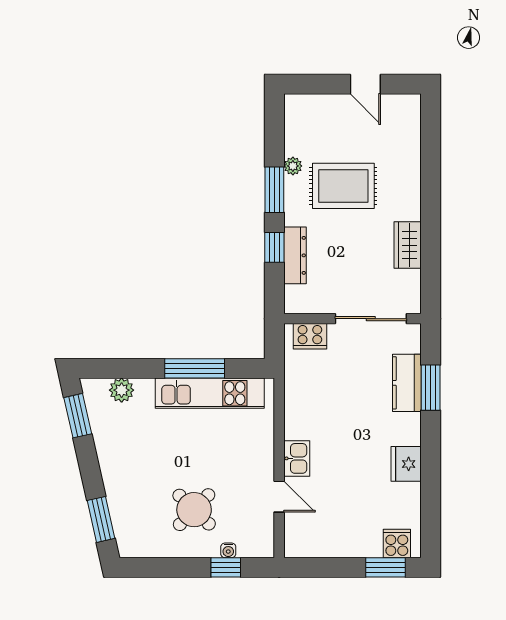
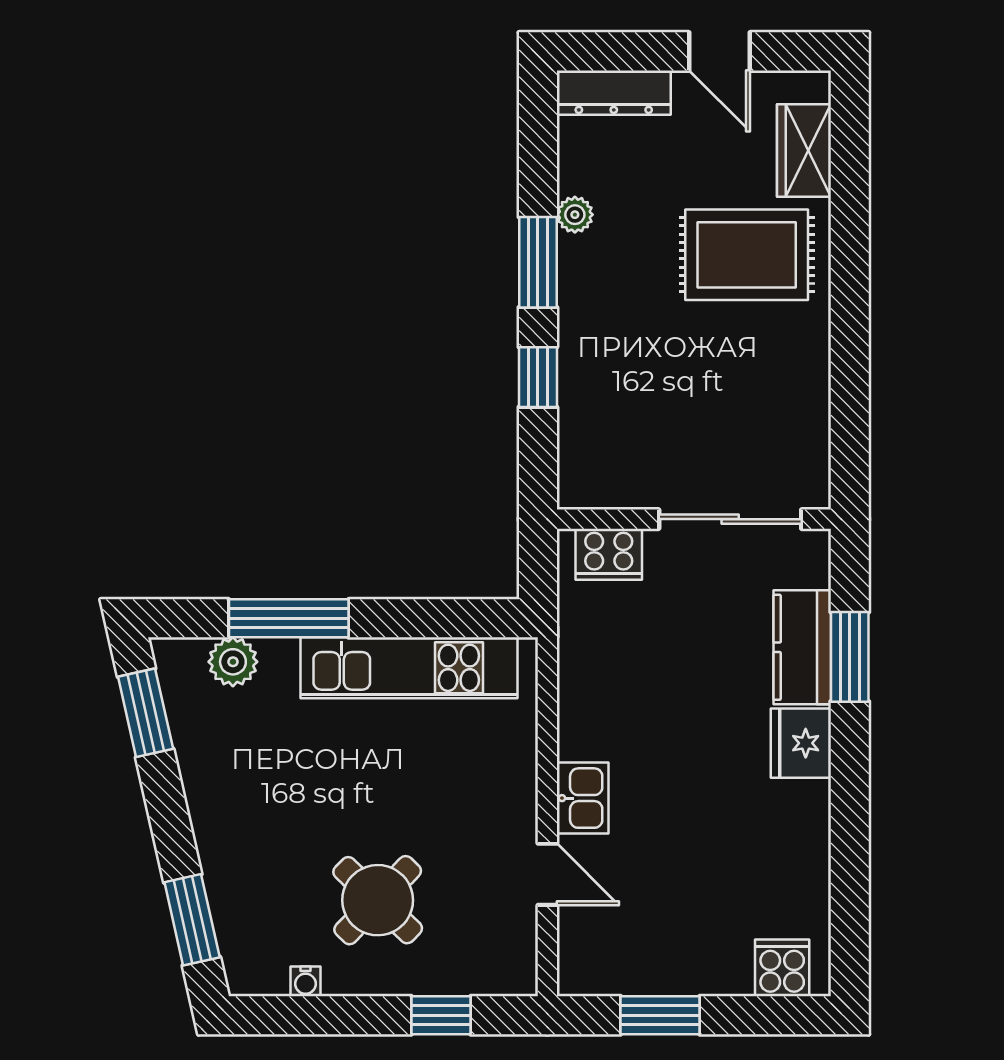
rug: (343, 186) -> (747, 255), moved
wardrobe: (408, 245) -> (804, 151), moved
dresser: (295, 255) -> (614, 93), moved, turned 90
window: (195, 368) -> (289, 618), moved
fridge: (406, 464) -> (801, 743), moved
water cooler: (228, 550) -> (306, 981), moved
window: (386, 567) -> (660, 1015), moved

